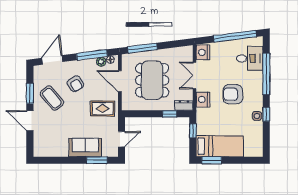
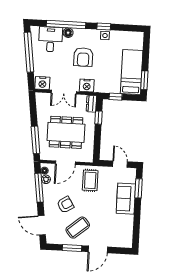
floor lamp: (258, 77) -> (68, 33), added

